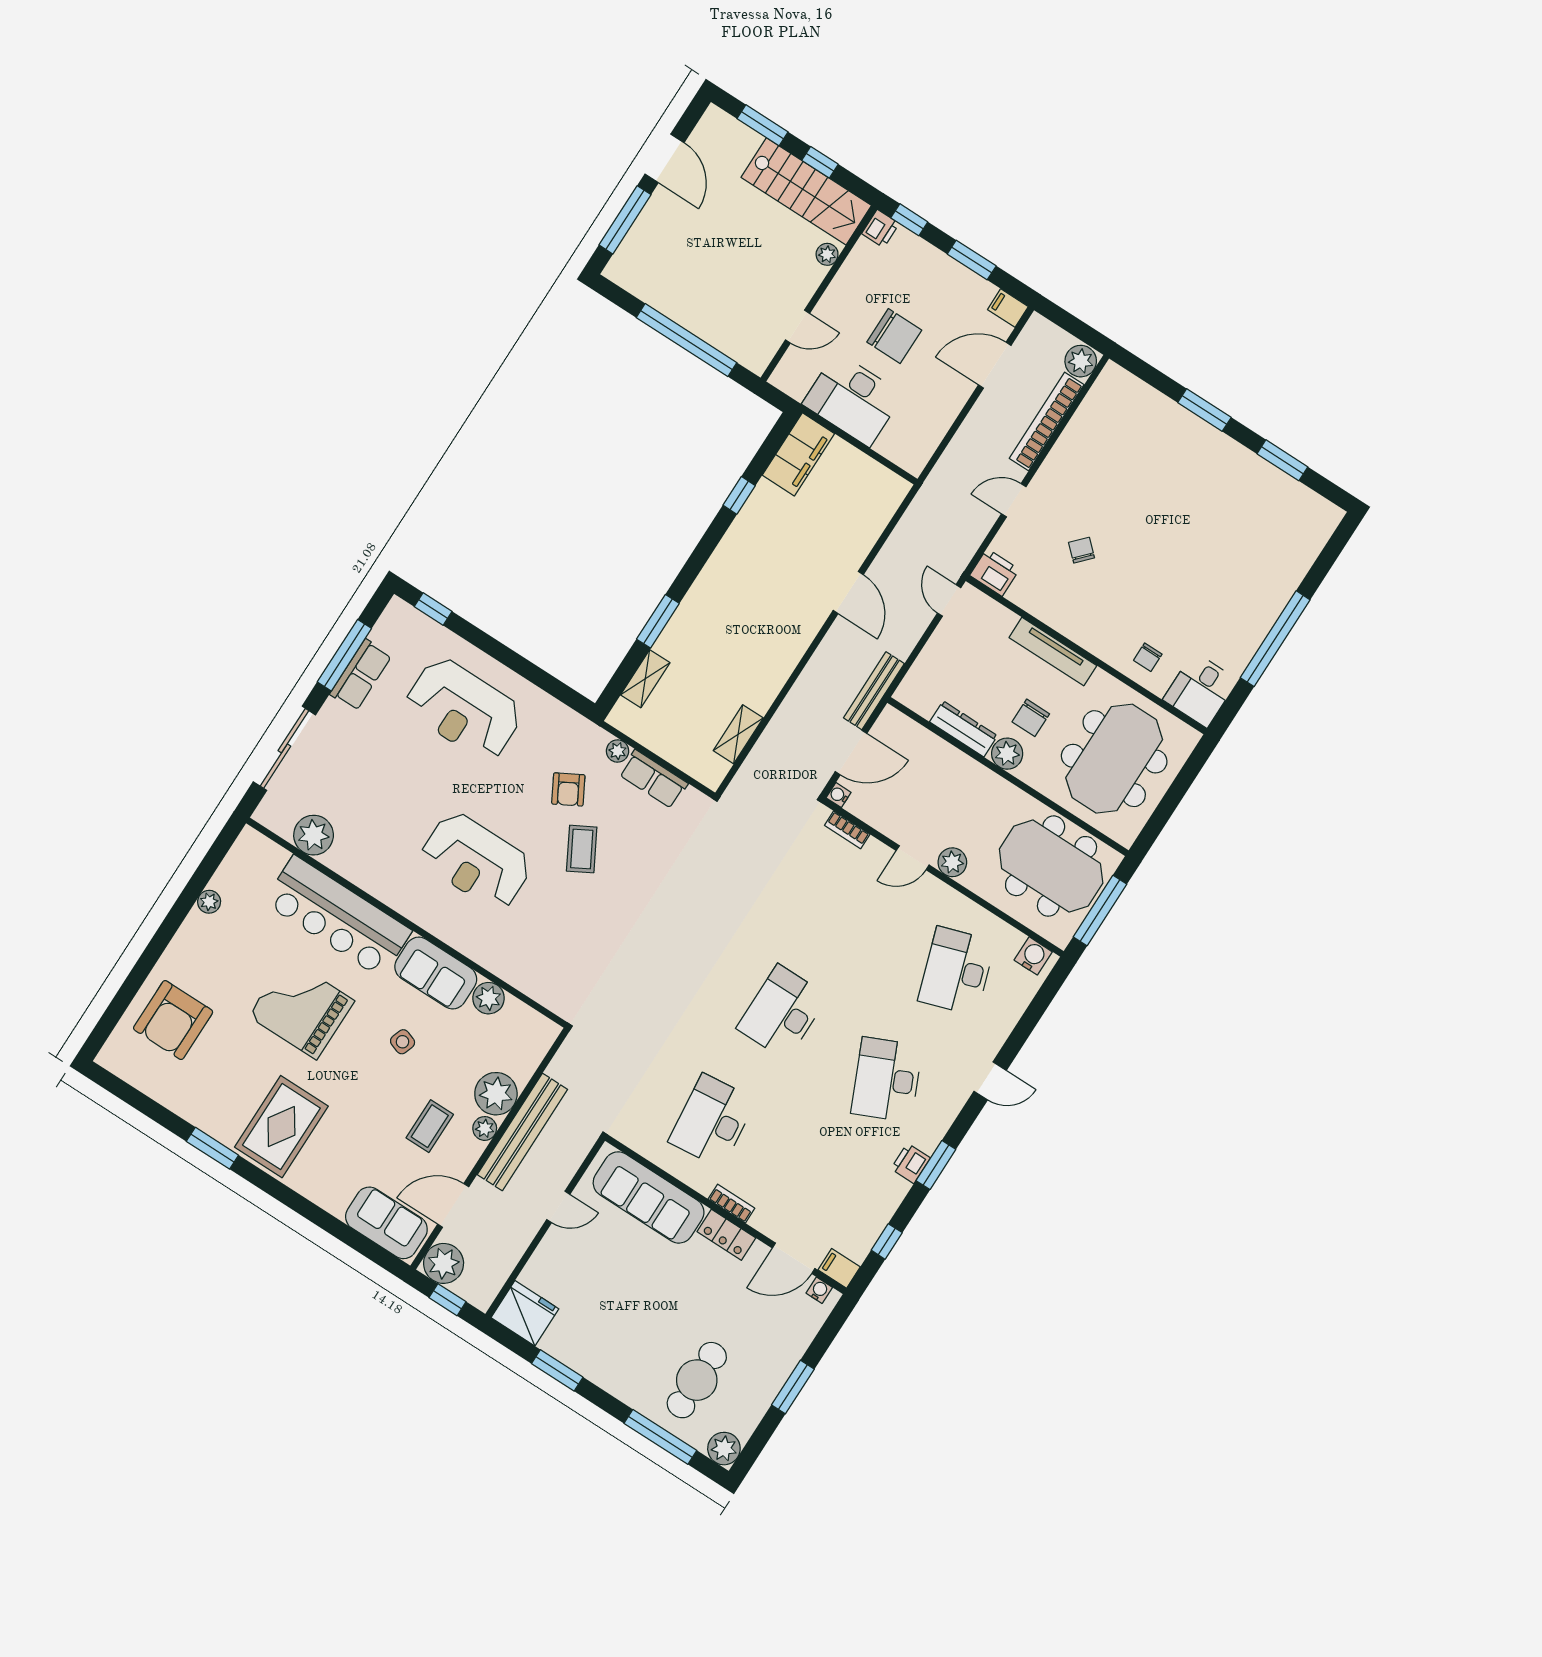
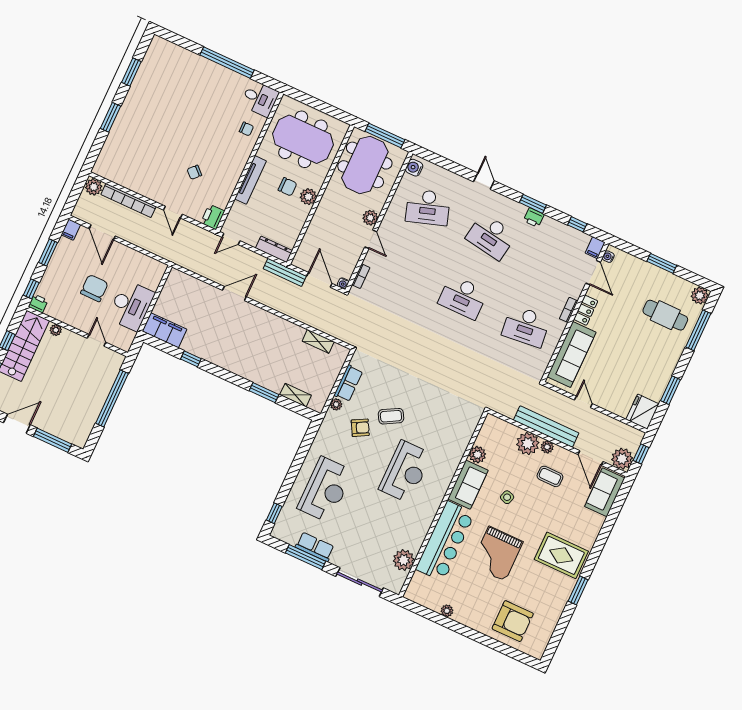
dresser: (963, 729) -> (274, 249), moved, turned 90
desk: (887, 1080) -> (491, 236), turned 33

